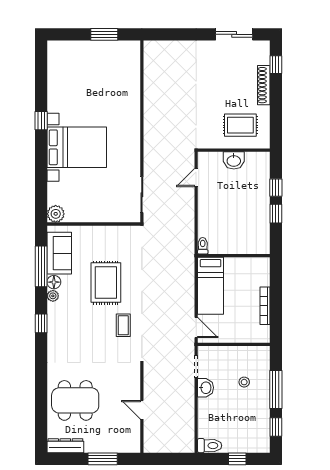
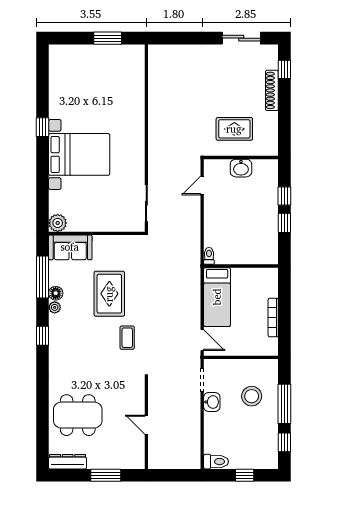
rug: (240, 125) -> (234, 129), moved
sofa: (59, 253) -> (70, 247), moved, turned 90
stool: (244, 382) -> (252, 396), width x1.89, depth x1.89

